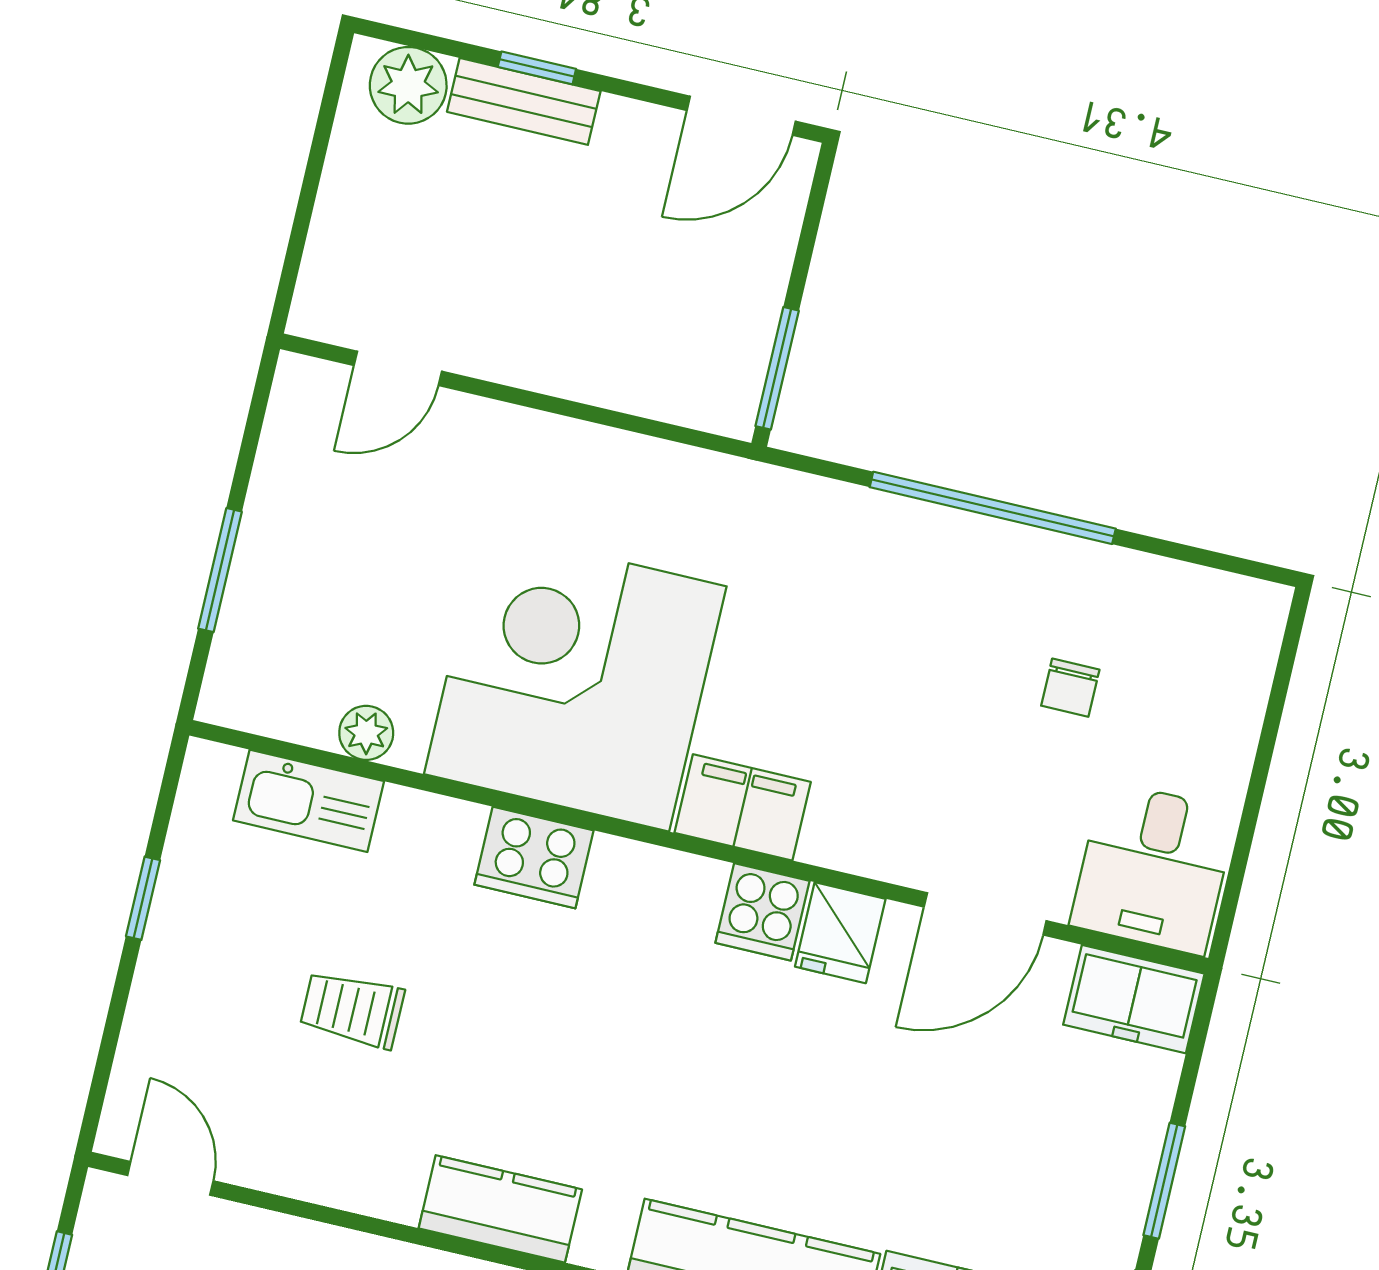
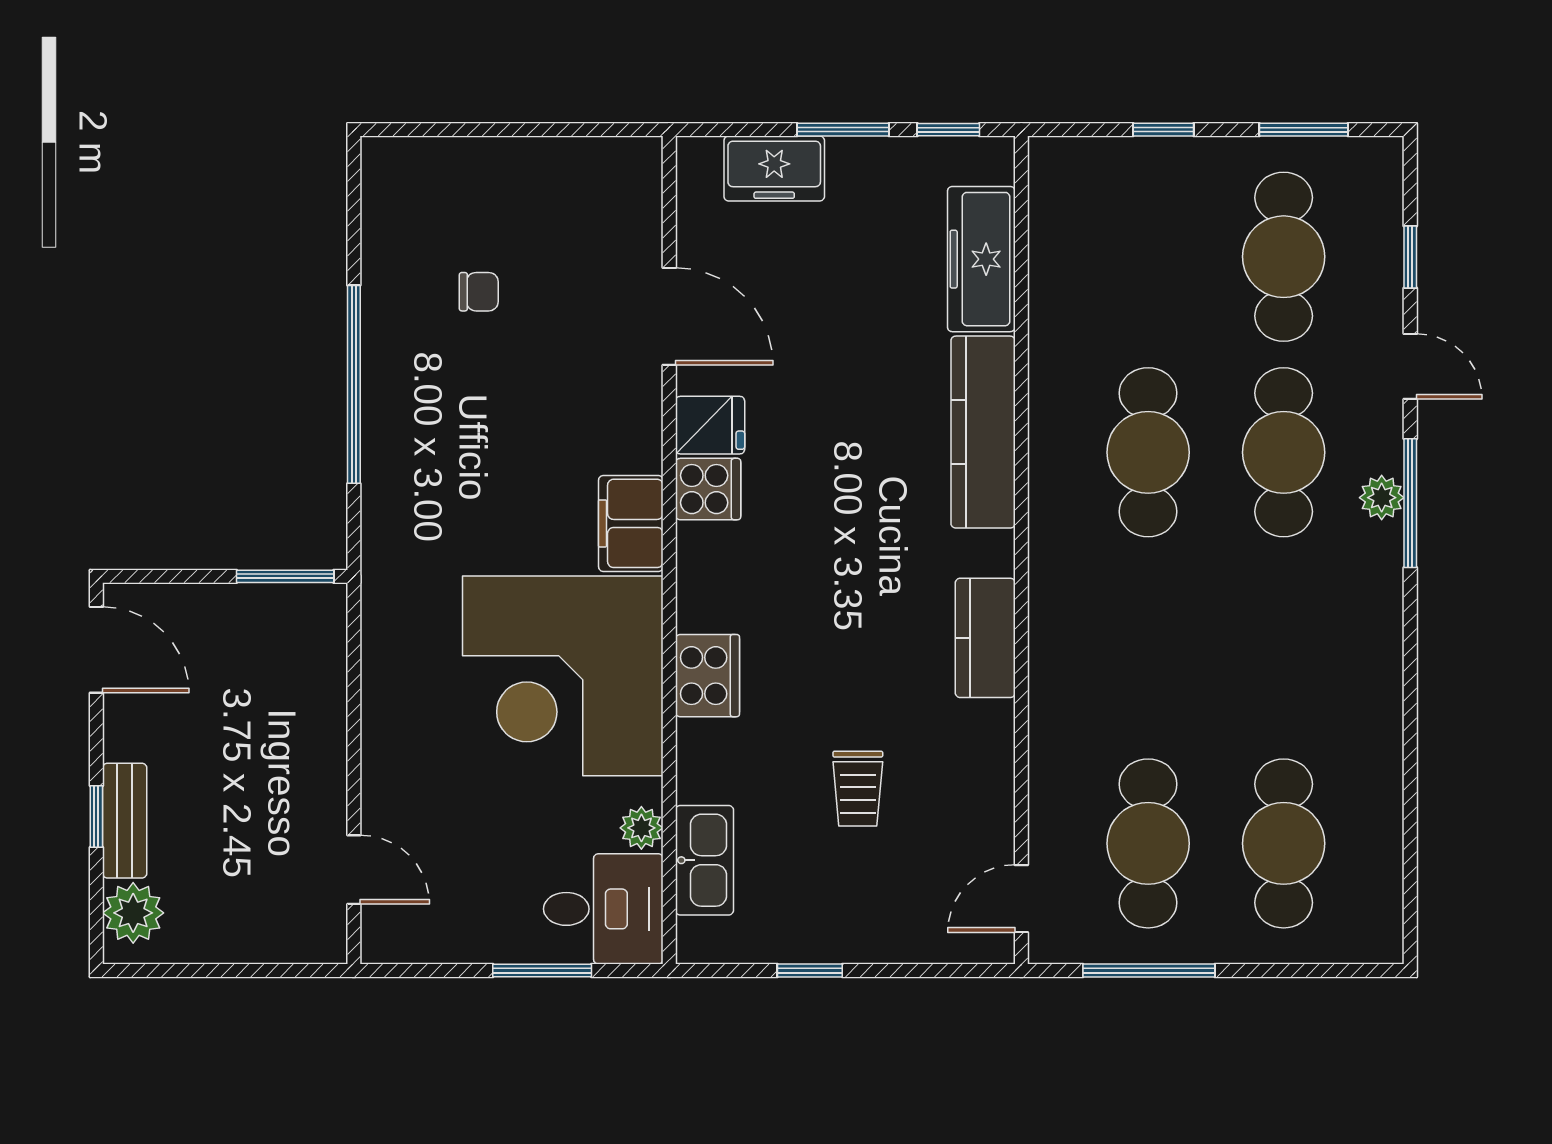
desk: (1153, 868) -> (603, 909), moved
freezer: (1134, 999) -> (774, 169), moved, turned 90

